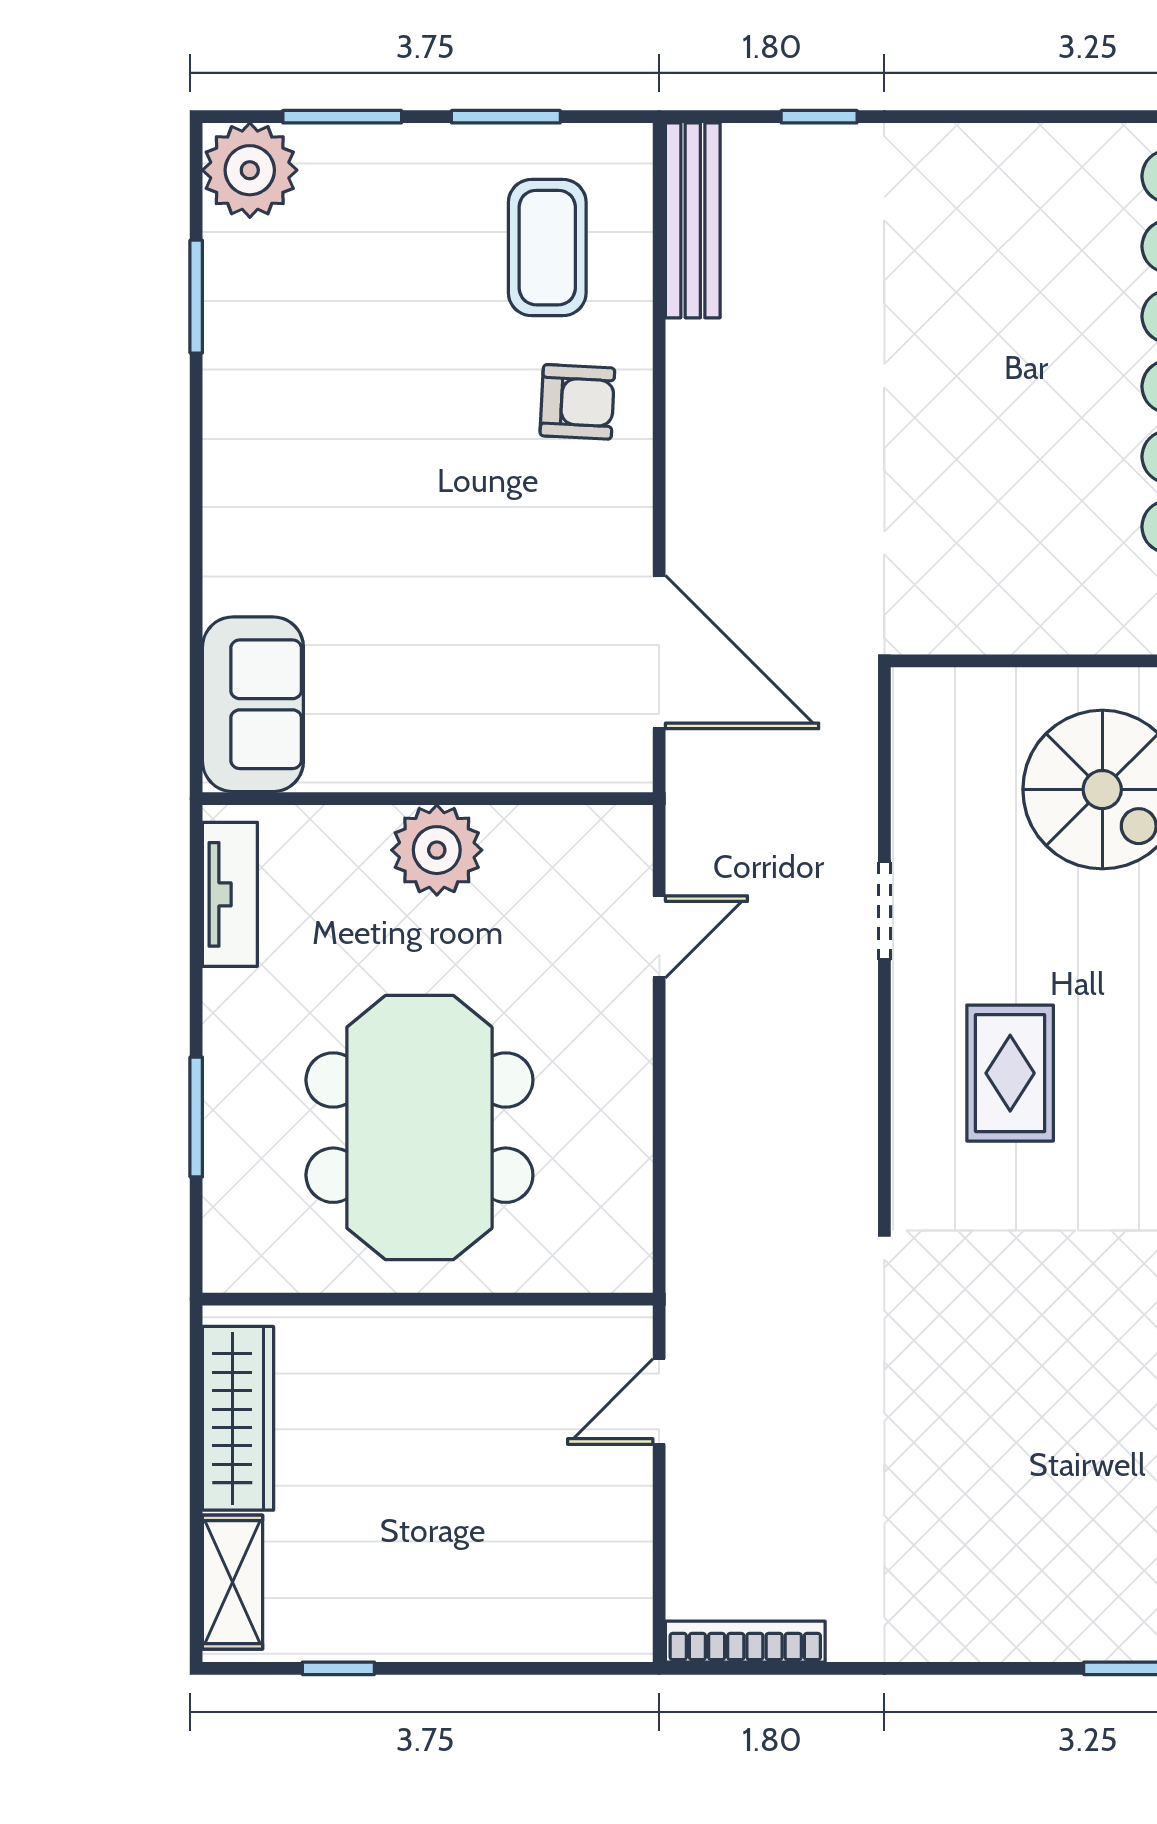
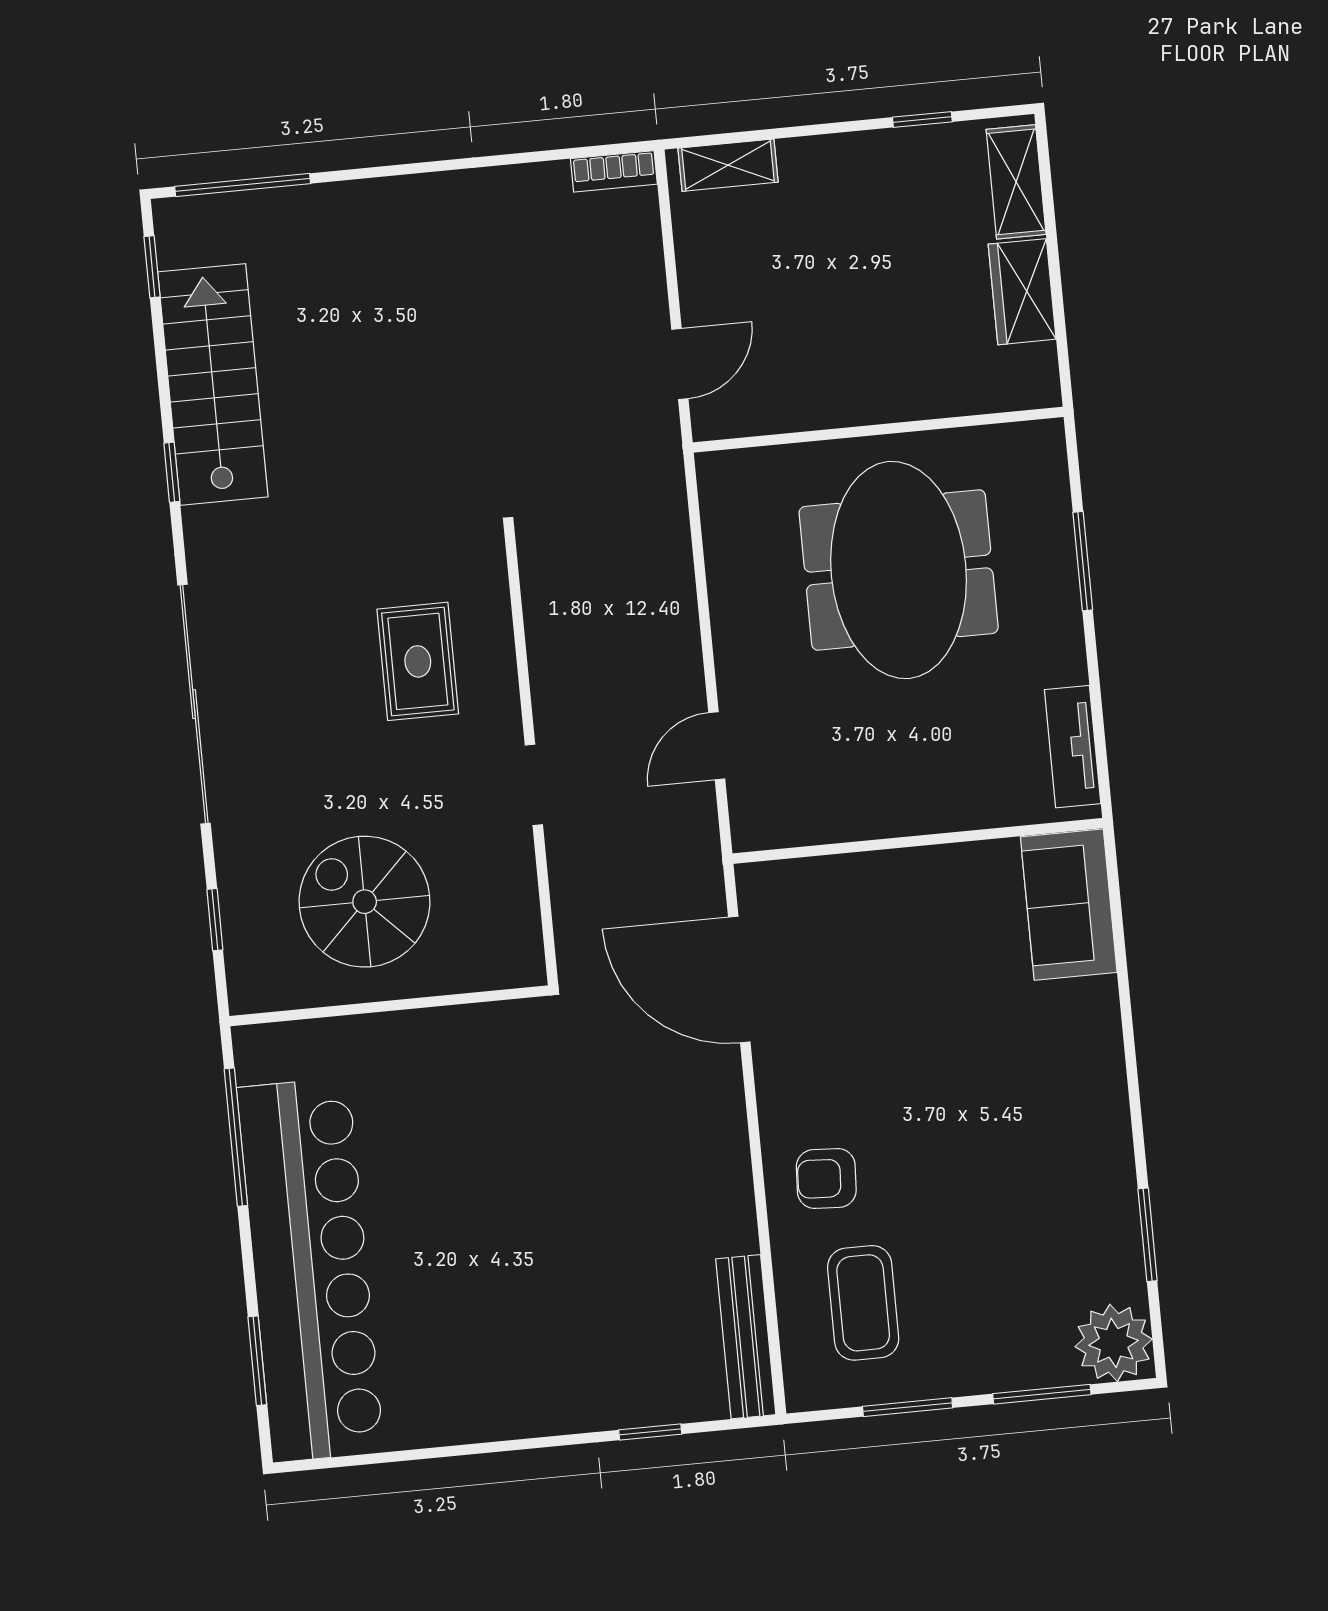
plant: (437, 850) -> (906, 799), removed
wardrobe: (238, 1418) -> (1022, 292), width x0.67
shelving: (578, 1636) -> (728, 165), added
bookcase: (745, 1642) -> (614, 171), width x0.64

